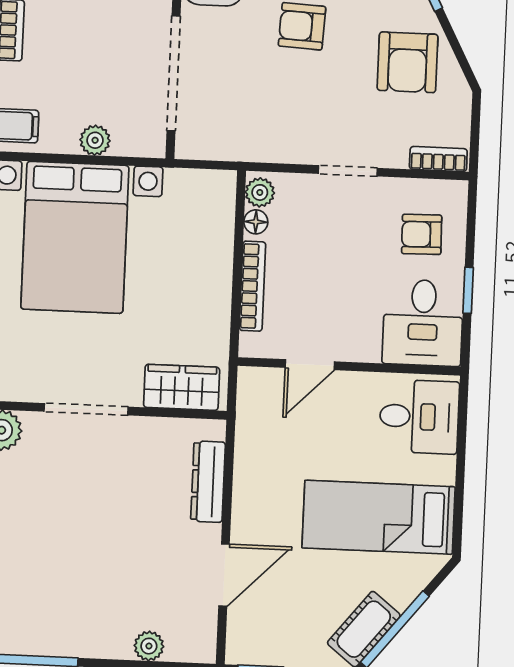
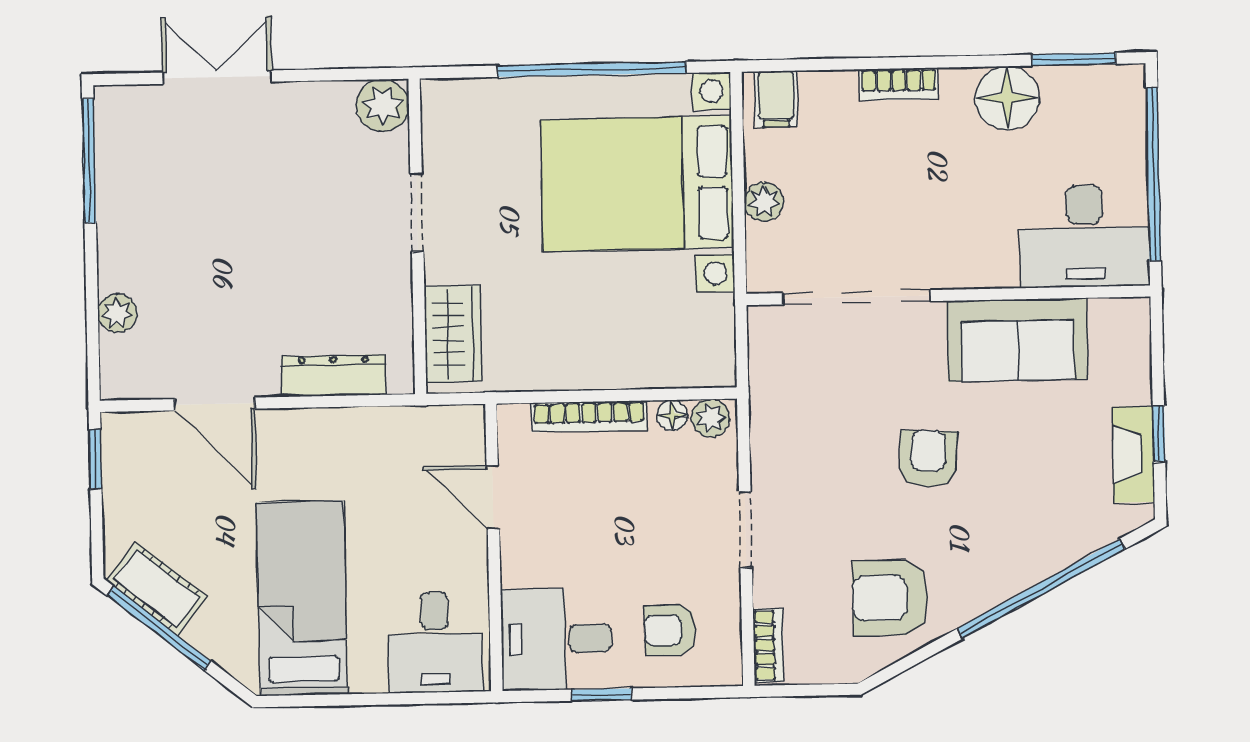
armchair: (422, 234) -> (670, 630), turned -89
doorway: (86, 409) -> (417, 212), width x0.73

